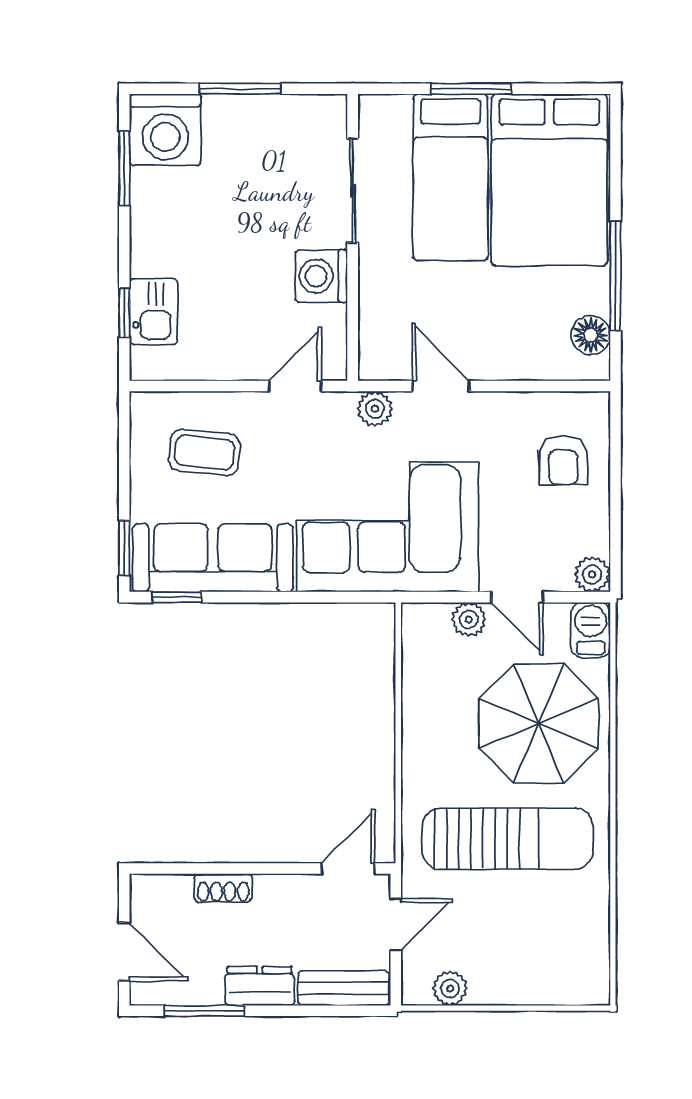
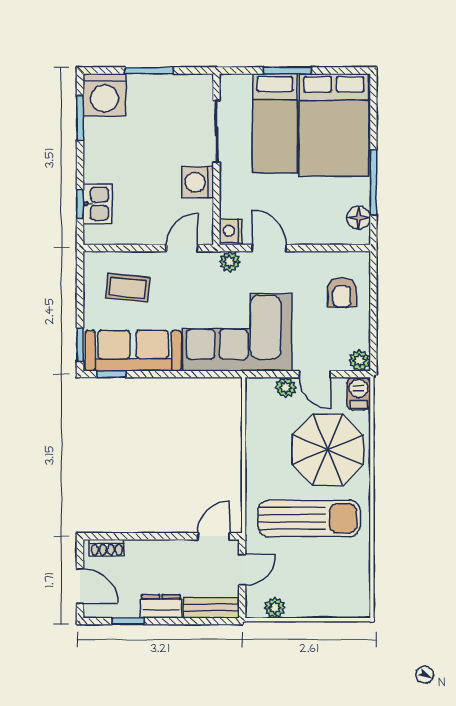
nightstand: (377, 357) -> (231, 231), added
shoe rack: (223, 888) -> (107, 548), moved
window: (204, 1011) -> (128, 621), width x0.67

